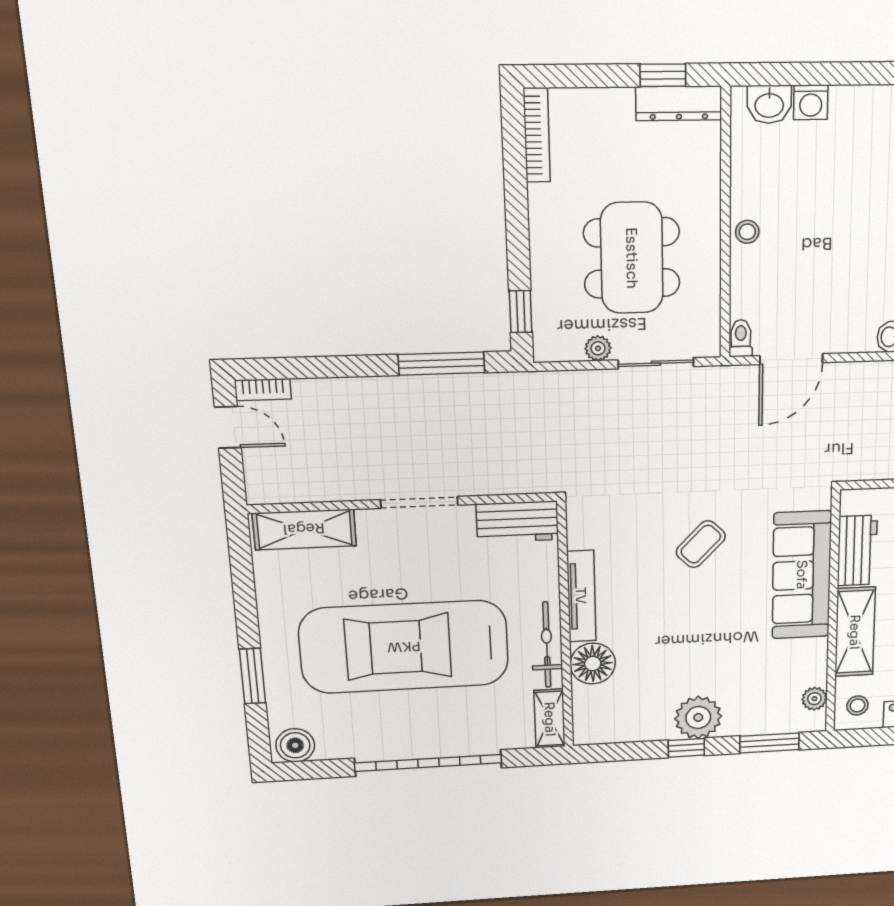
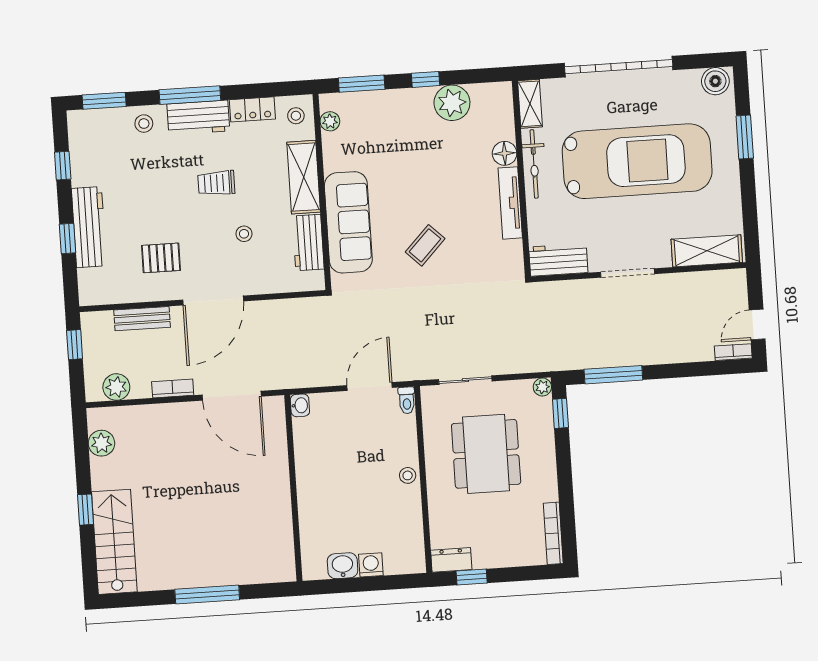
dresser: (679, 103) -> (451, 560), width x0.70
washbasin: (769, 104) -> (343, 566), moved
plant: (598, 348) -> (542, 387), moved
door: (228, 427) -> (757, 324), hinge flipped
floor lamp: (593, 664) -> (505, 153), width x0.73, depth x0.73
plant: (698, 717) -> (452, 103), moved

